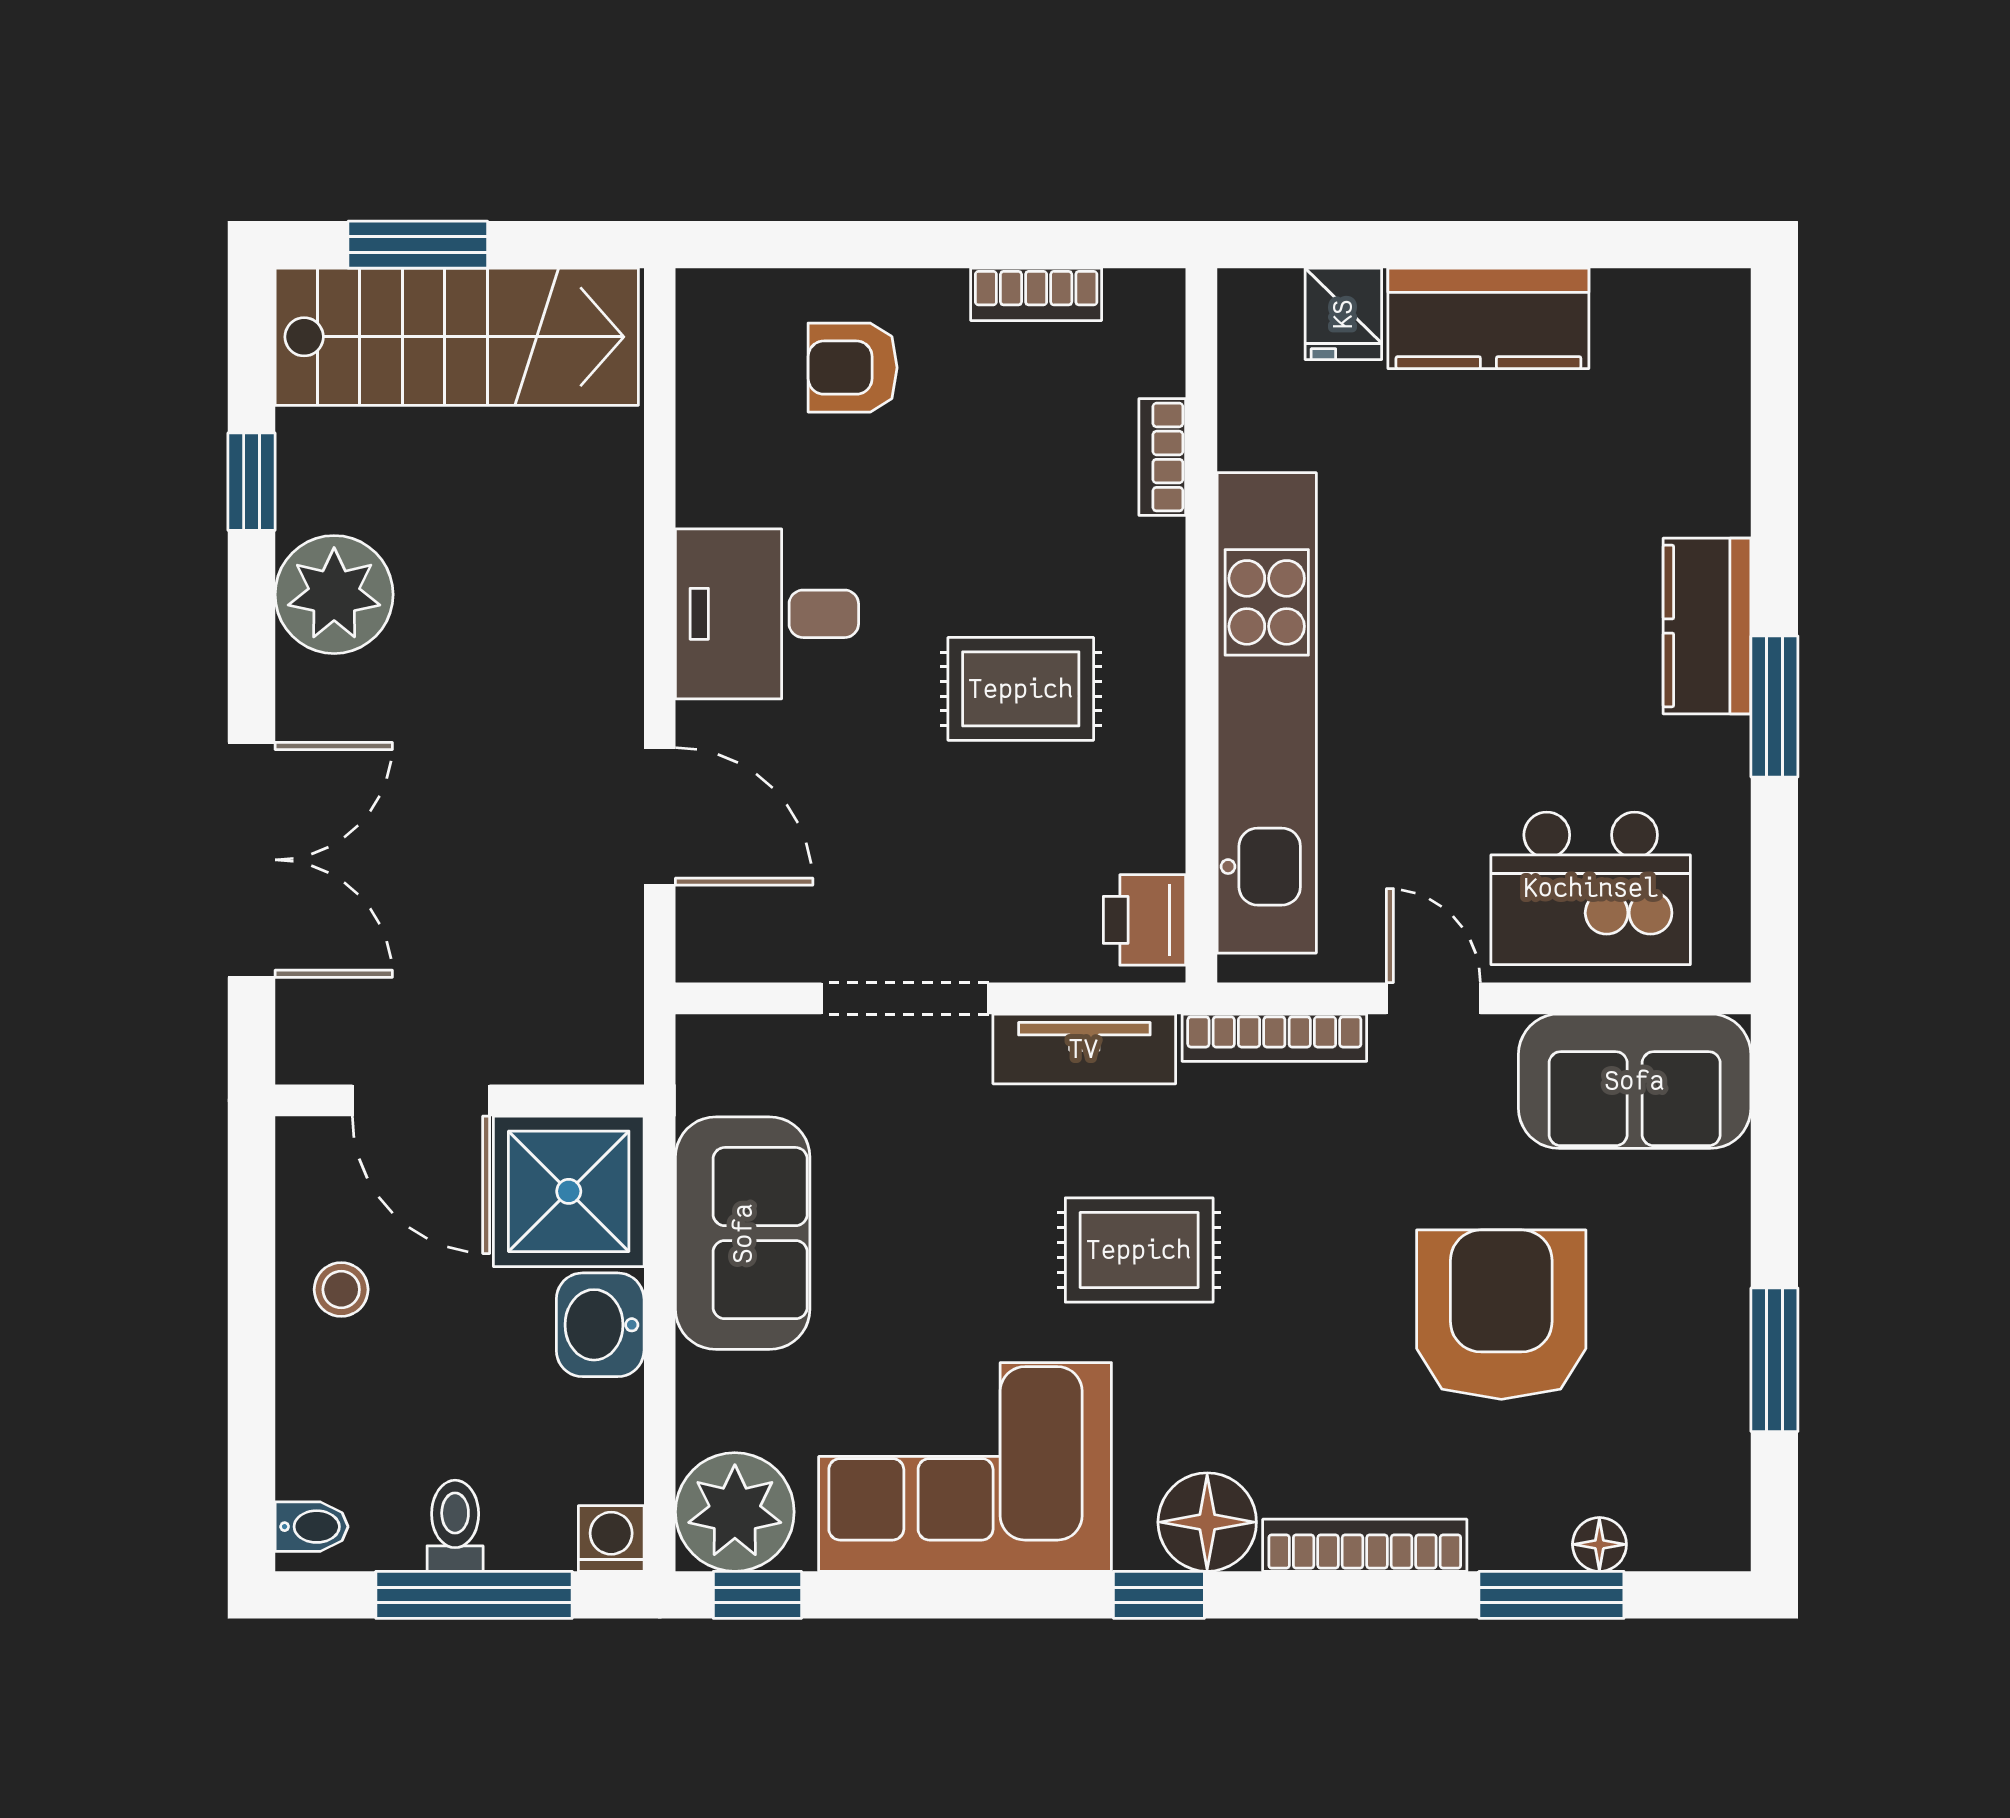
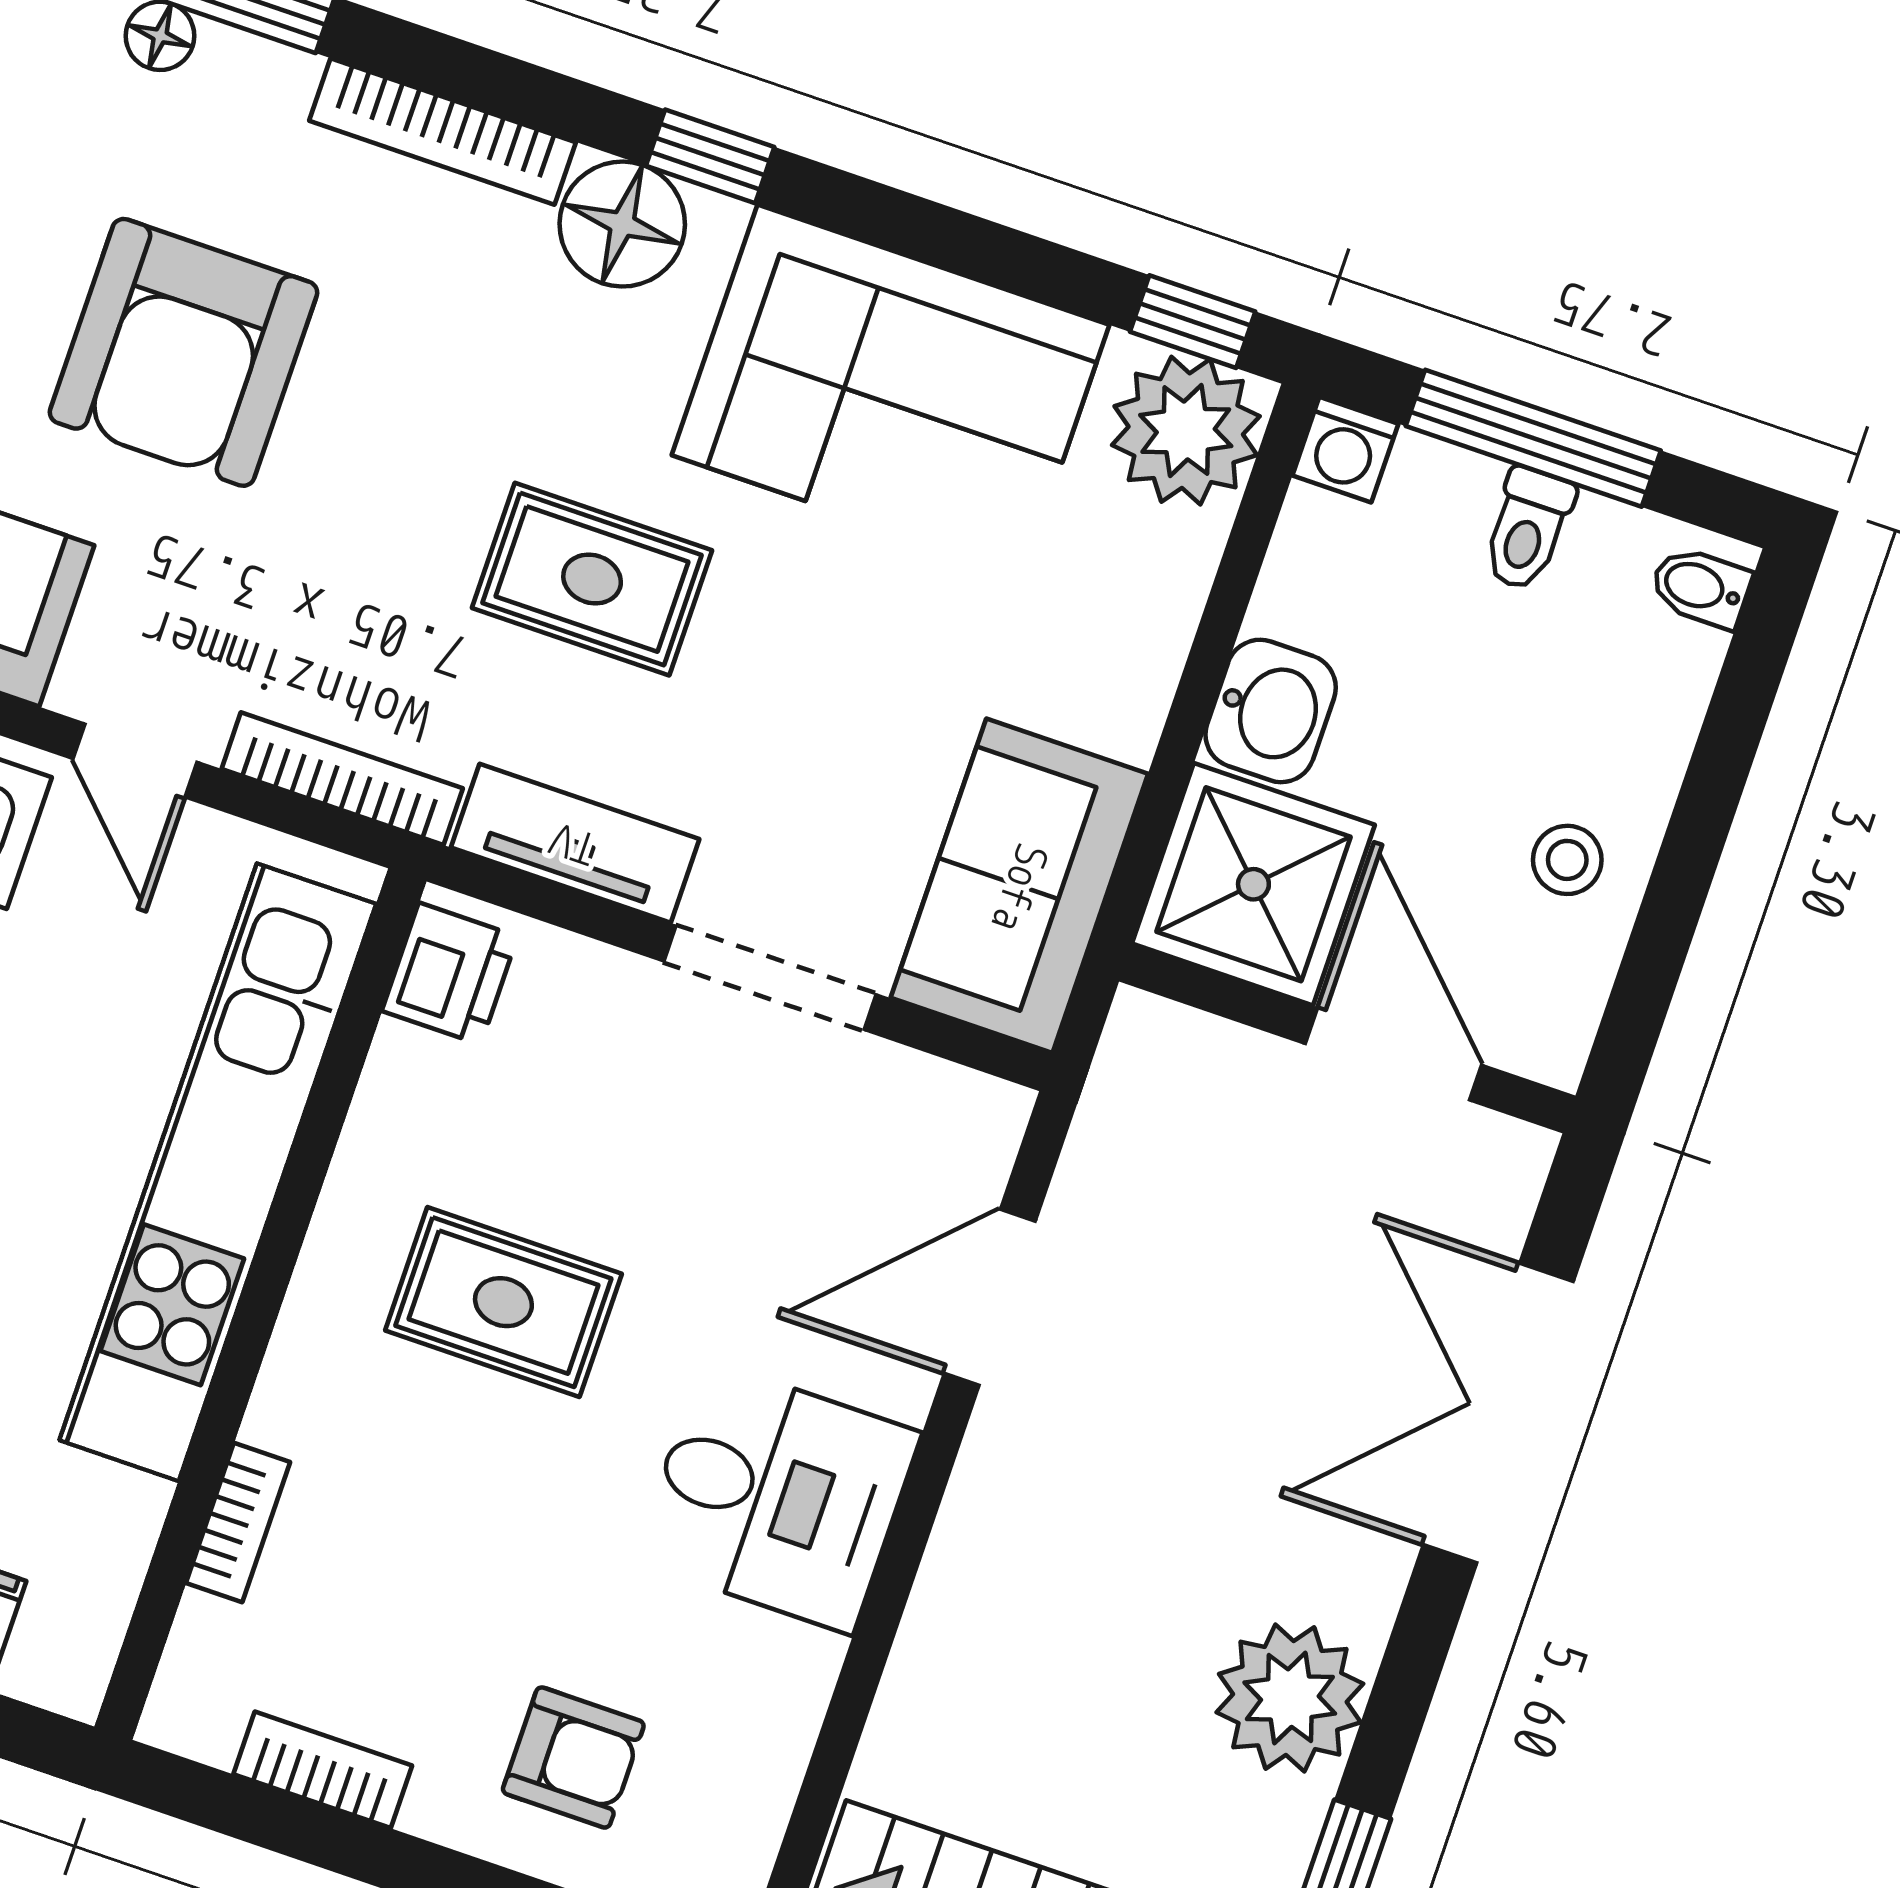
door: (660, 816) -> (990, 1297), hinge flipped
sofa: (743, 1233) -> (1019, 886), moved

